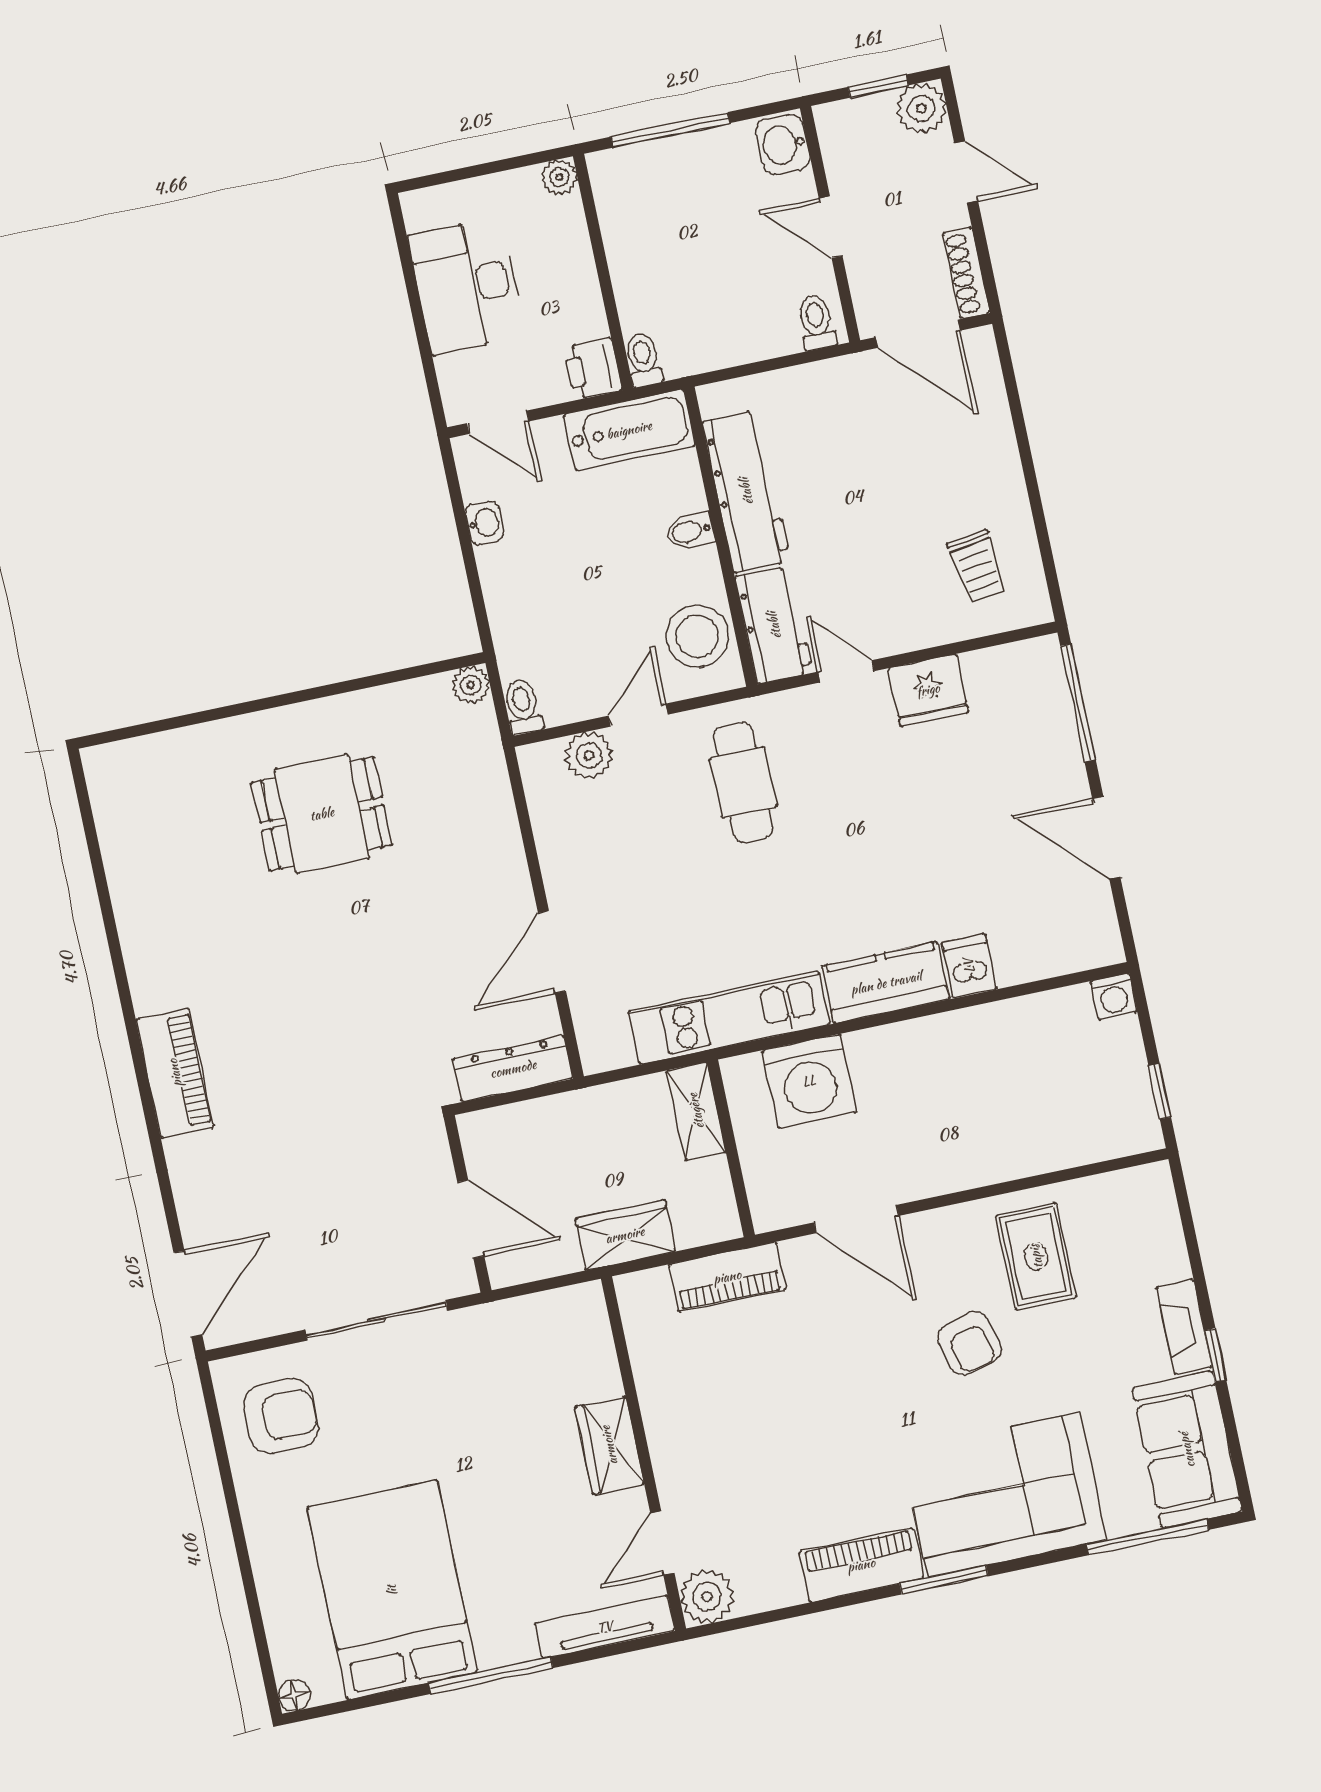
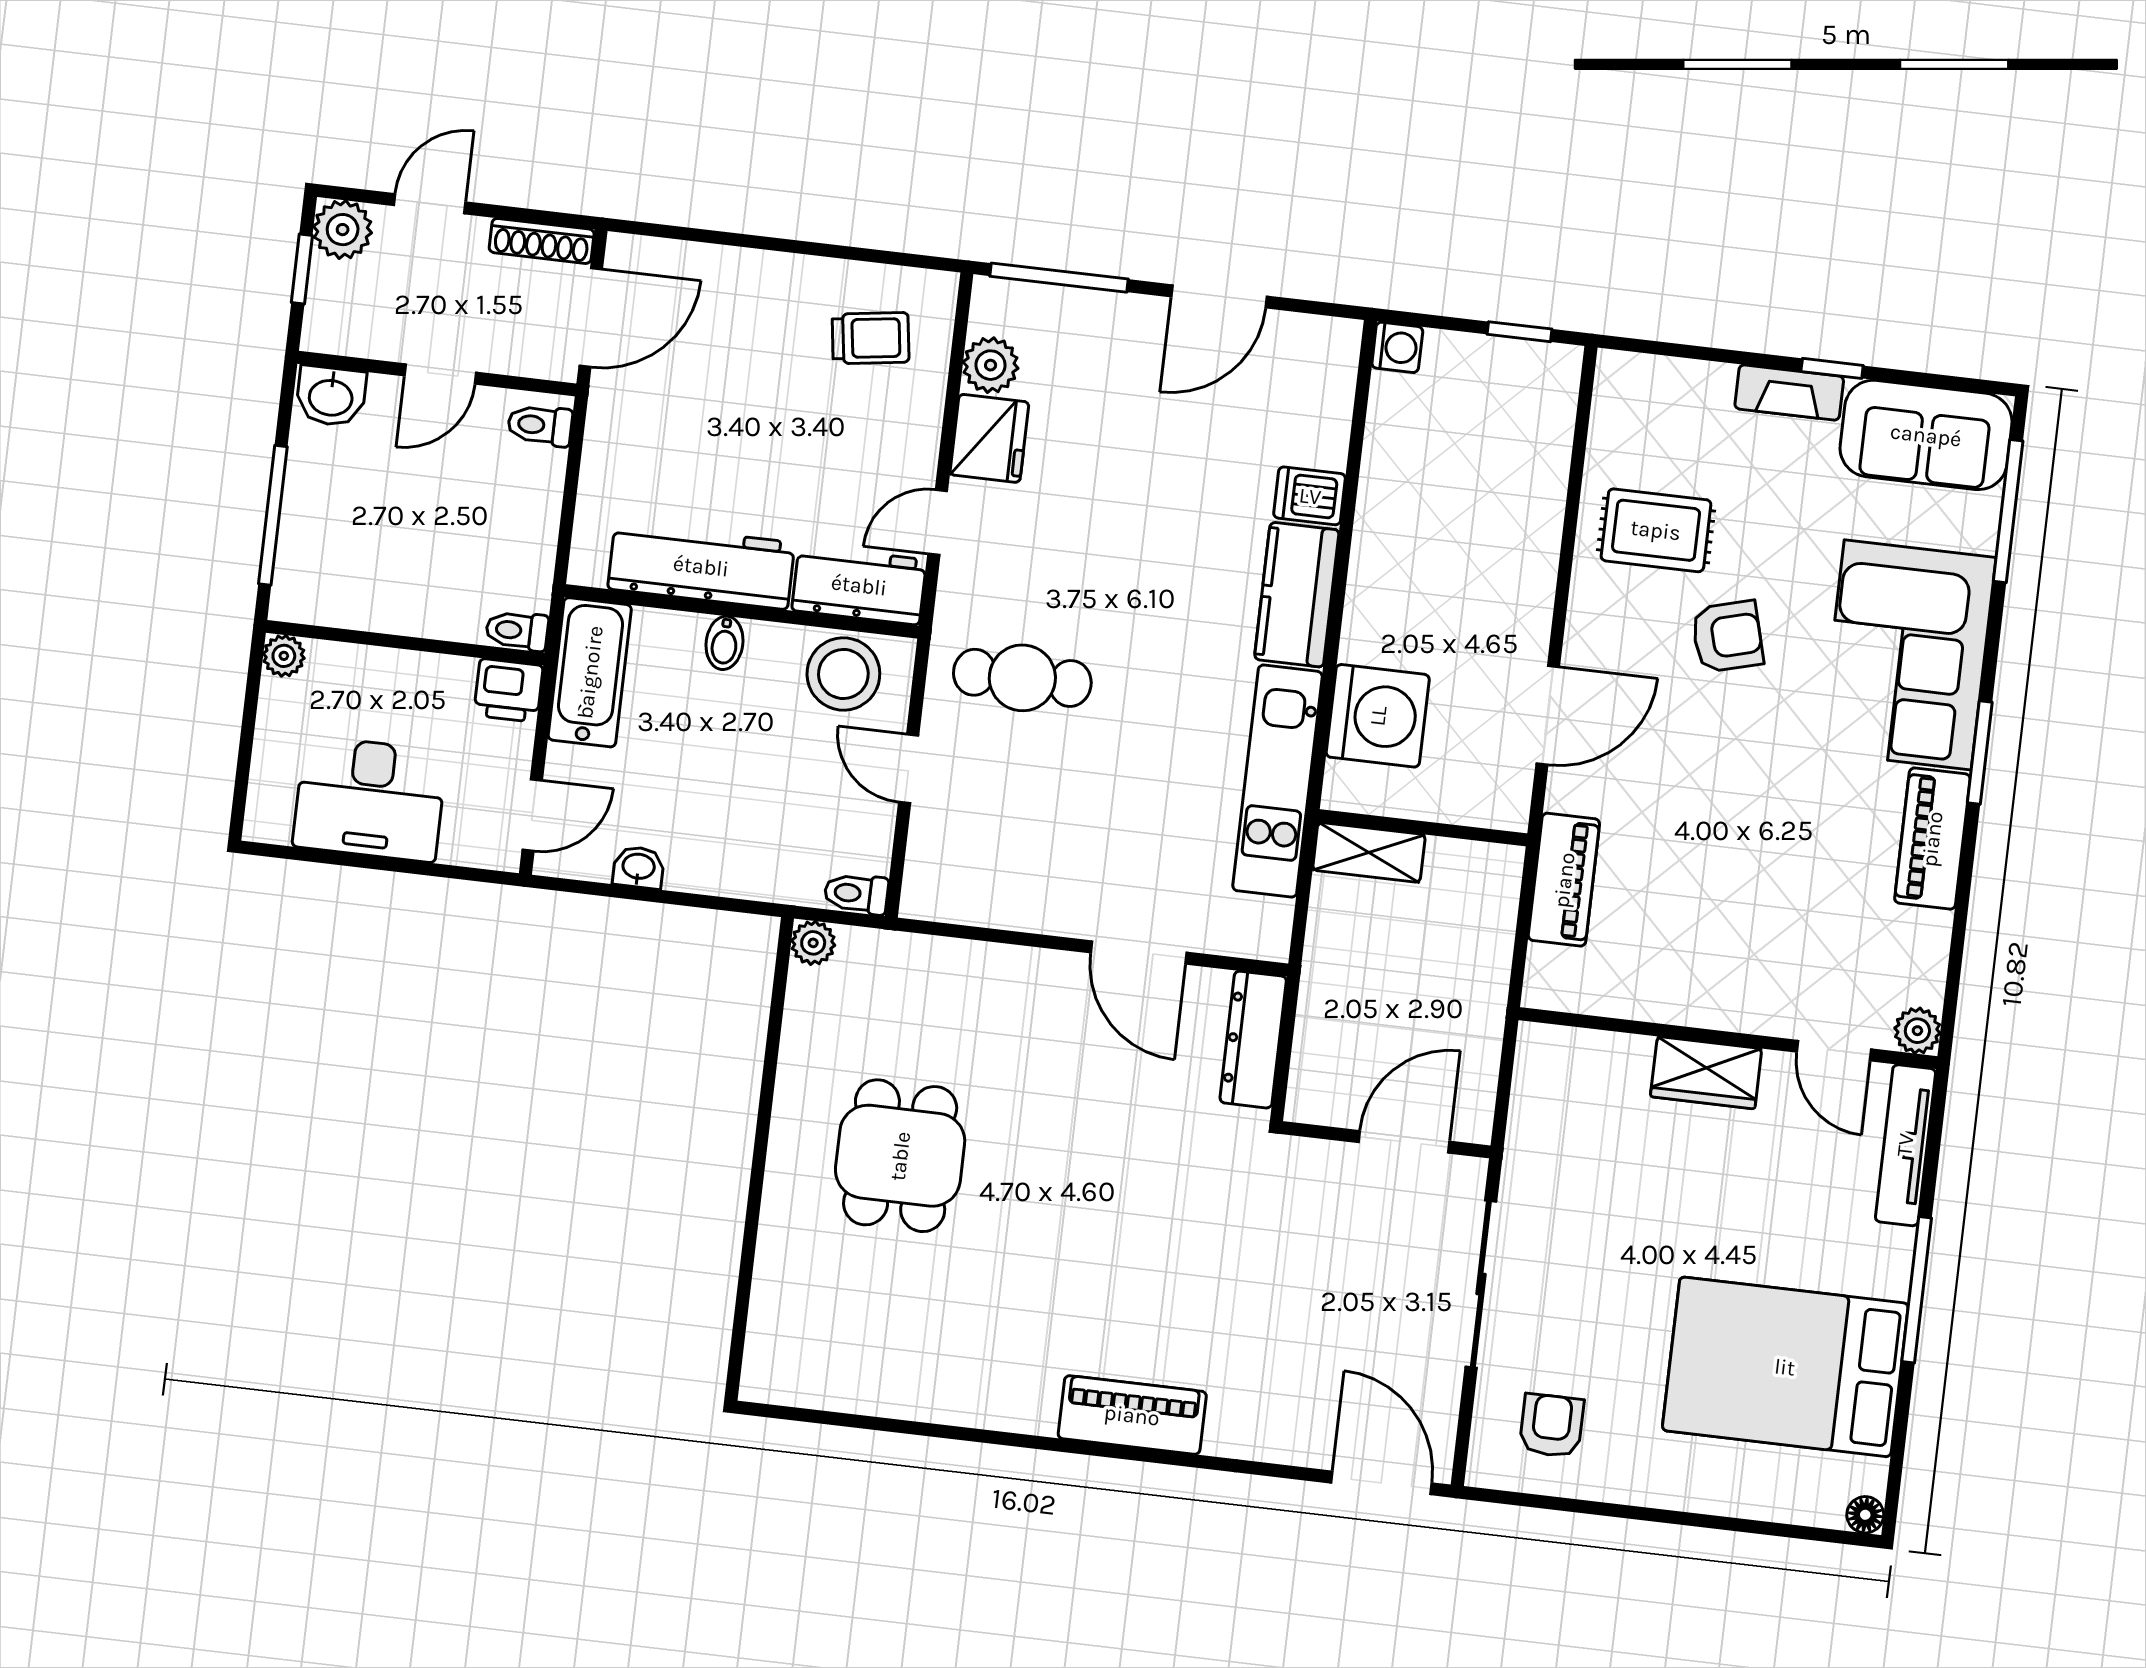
plant: (589, 755) -> (991, 365), moved
wardrobe: (625, 1235) -> (1479, 977), removed
armchair: (281, 1416) -> (1552, 1426), width x0.72, depth x0.72
plant: (707, 1597) -> (1917, 1031), width x0.73, depth x0.73

